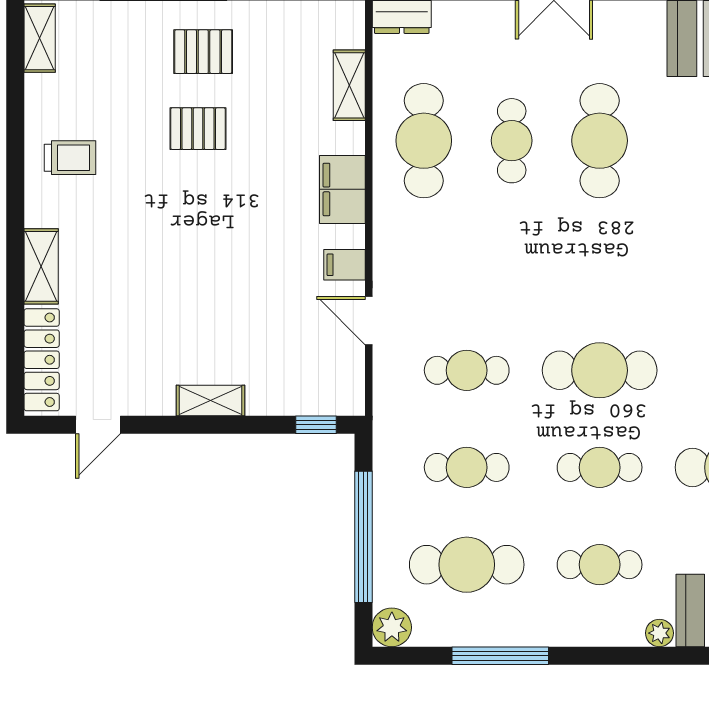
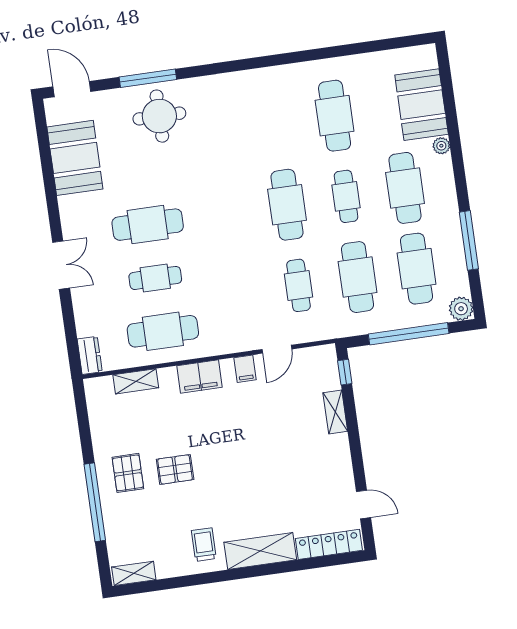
pallet: (198, 129) -> (175, 469), turned 90
shelving: (41, 266) -> (260, 551), width x1.50, depth x1.33
shelving: (210, 401) -> (335, 412), moved
cafe table: (467, 467) -> (358, 277), width x1.37, depth x1.35
cafe table: (600, 565) -> (405, 188), width x1.37, depth x1.35

